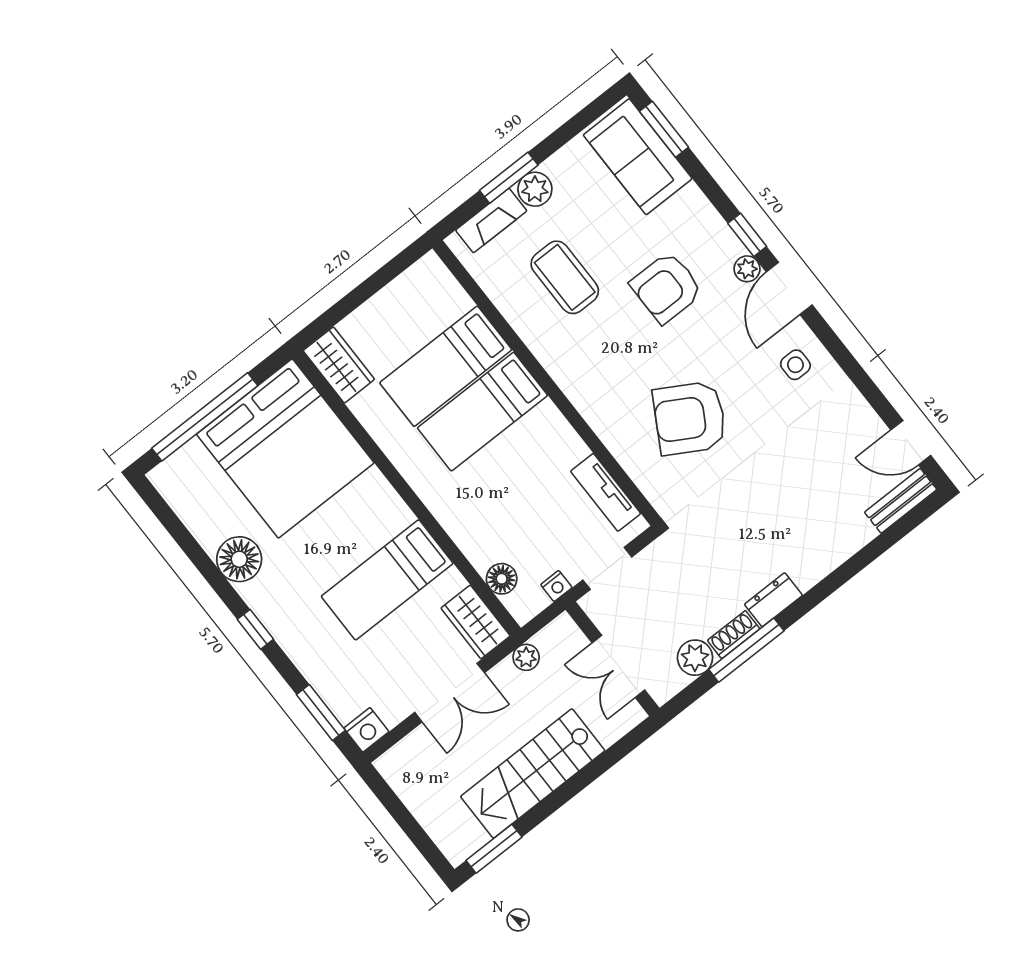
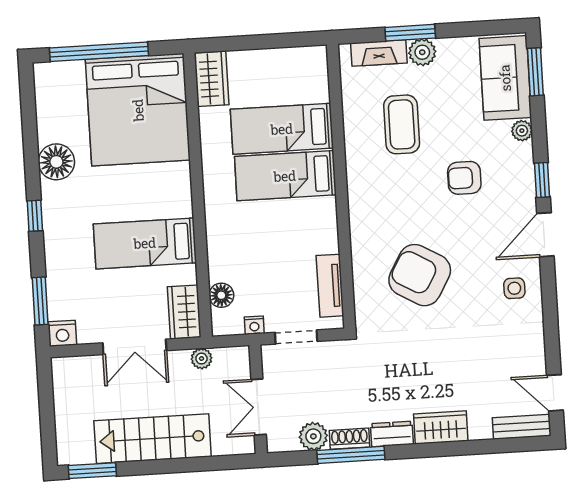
plant: (747, 269) -> (522, 131), moved
armchair: (666, 288) -> (464, 178), width x0.72, depth x0.72
wardrobe: (819, 559) -> (441, 427), added

